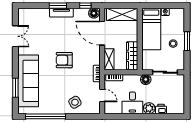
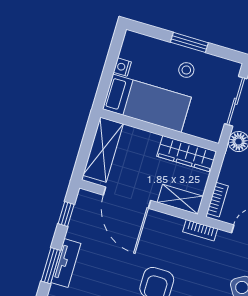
floor lamp: (94, 13) -> (85, 202), removed
door: (102, 33) -> (127, 198), hinge flipped

